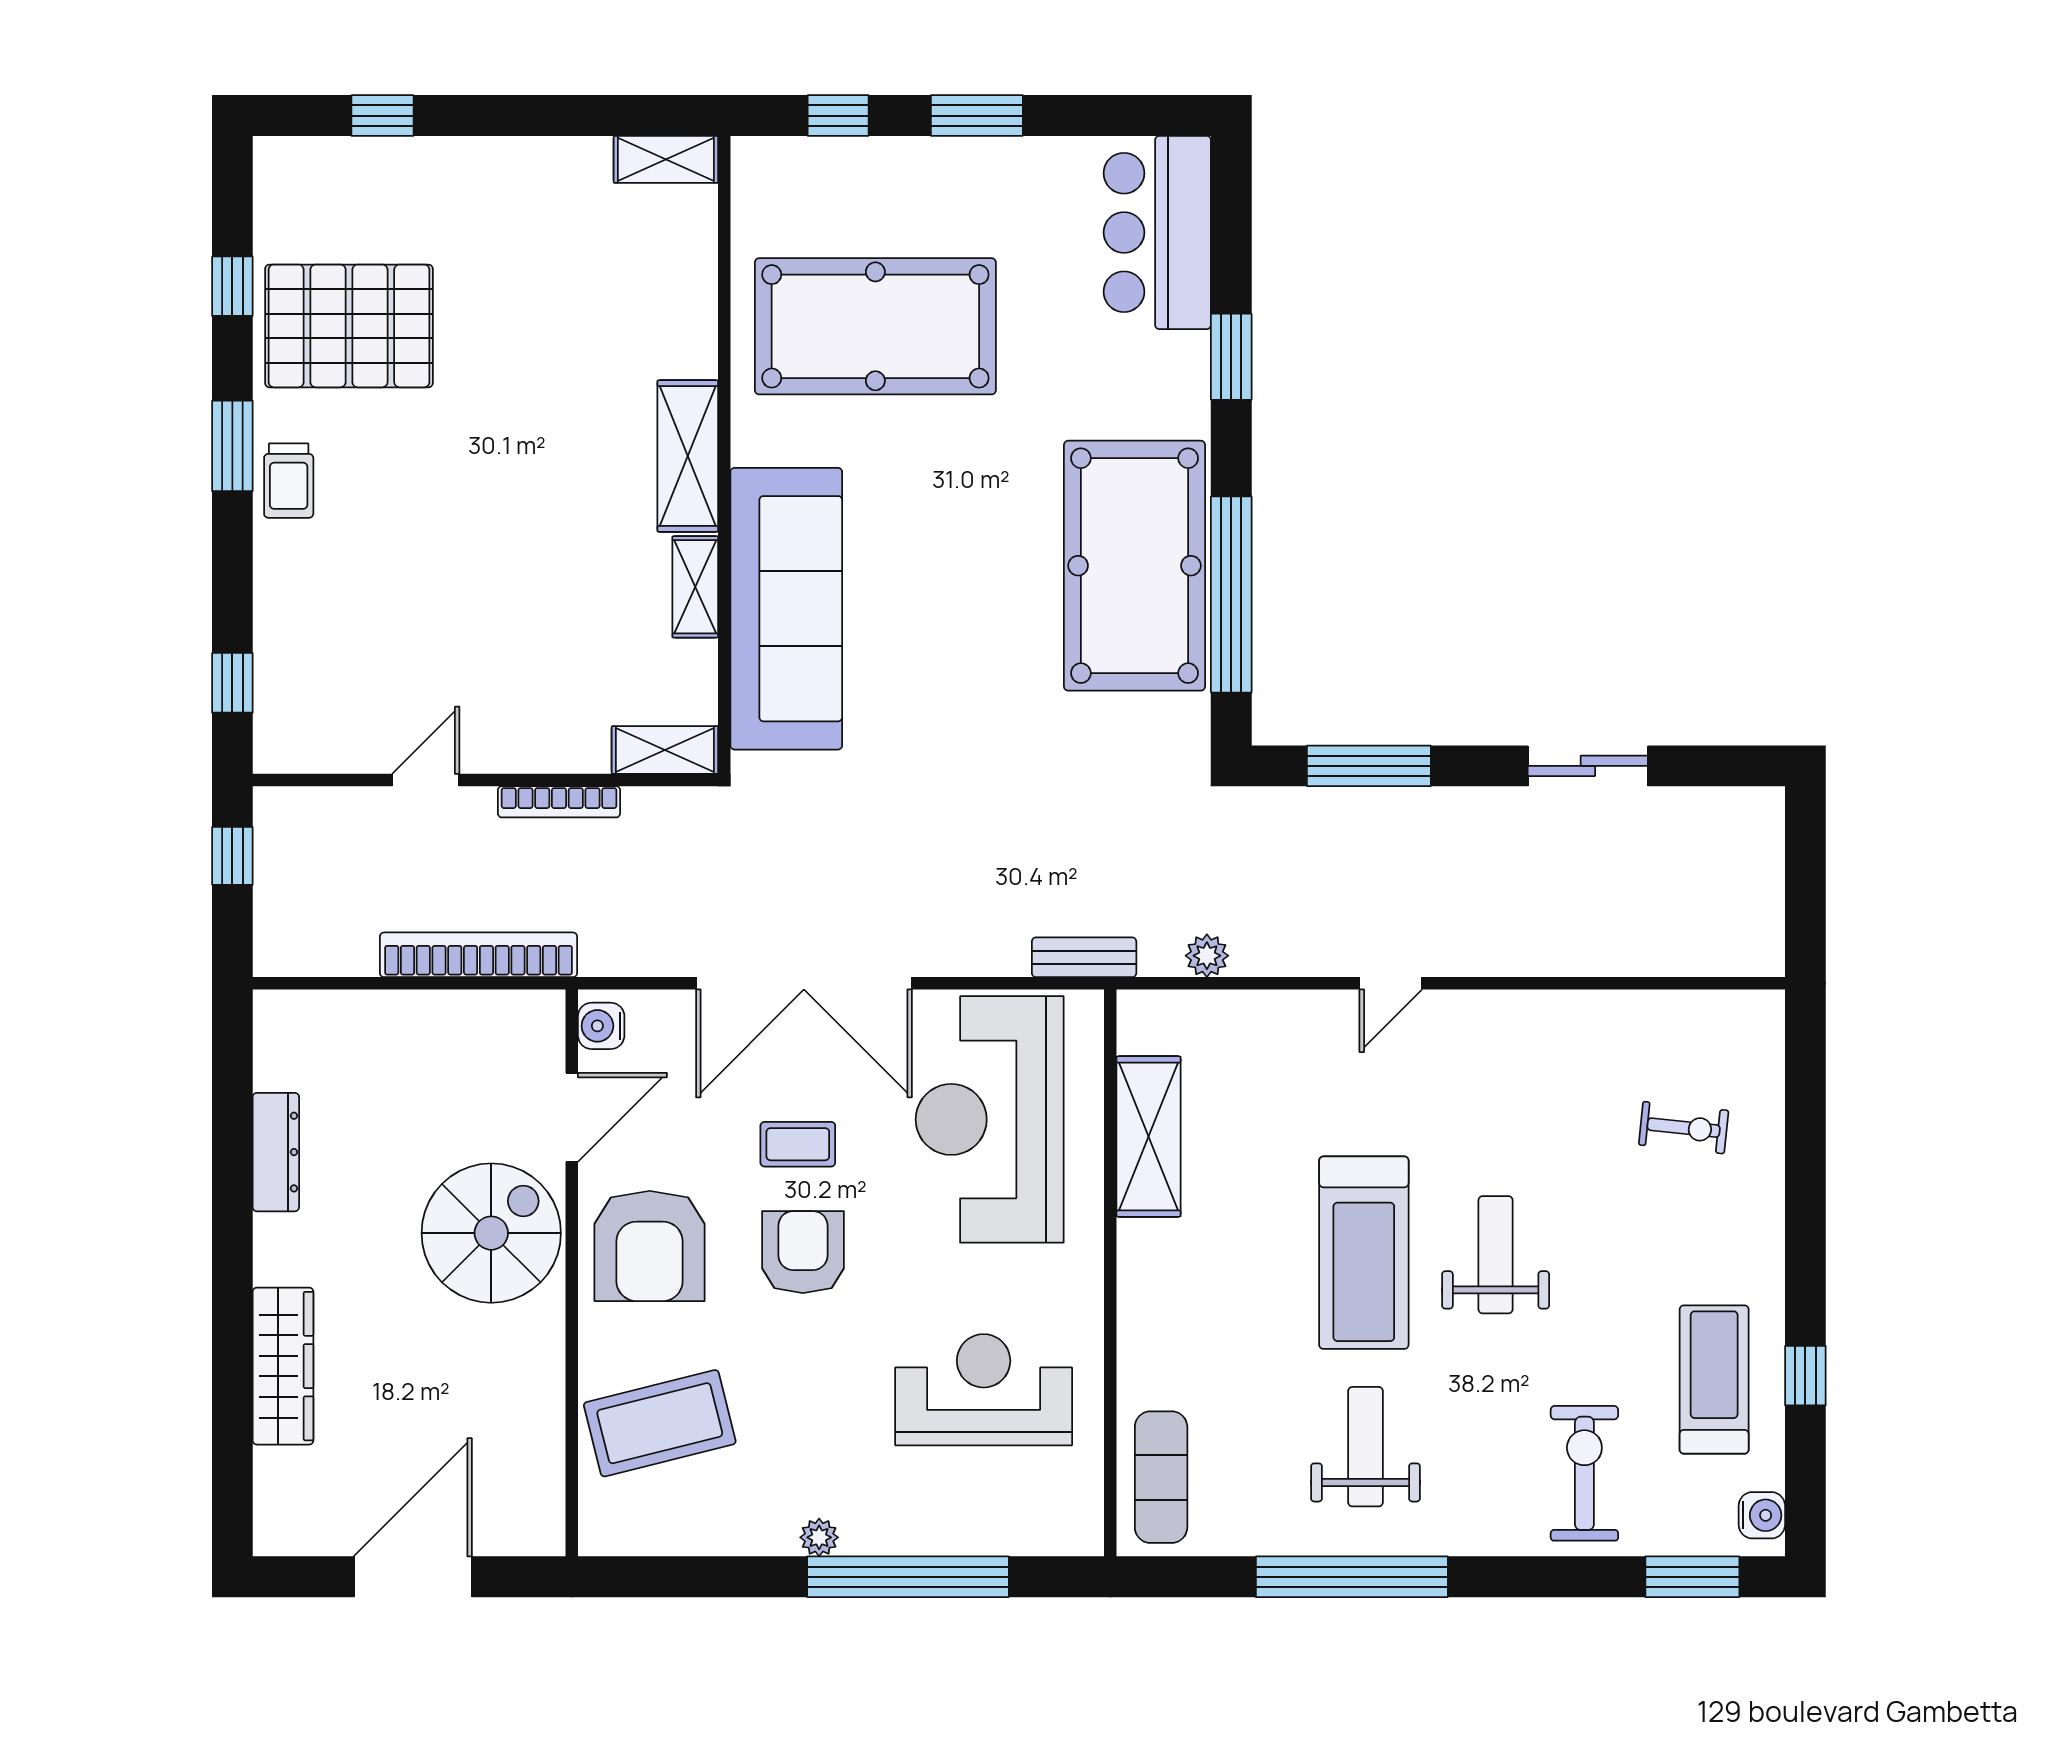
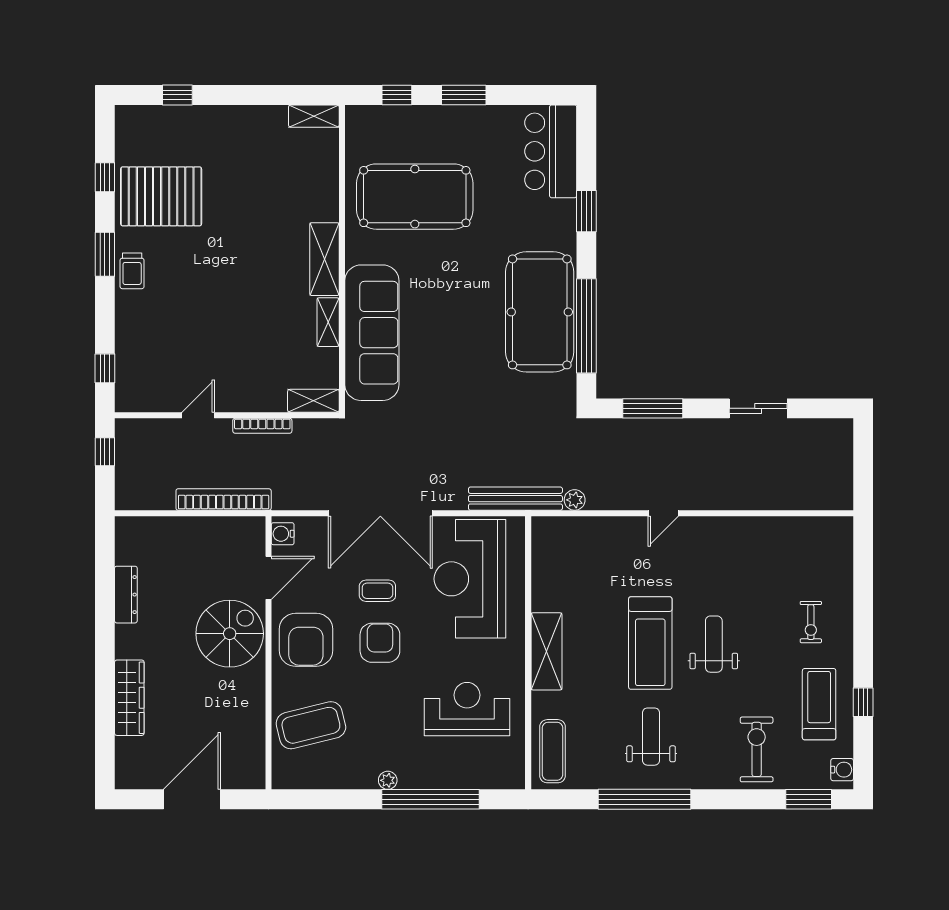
bench: (1084, 957) -> (515, 499), width x1.86, depth x1.21
exercise bike: (1684, 1128) -> (811, 622), moved, turned 84
shelving: (1149, 1137) -> (547, 651), moved

